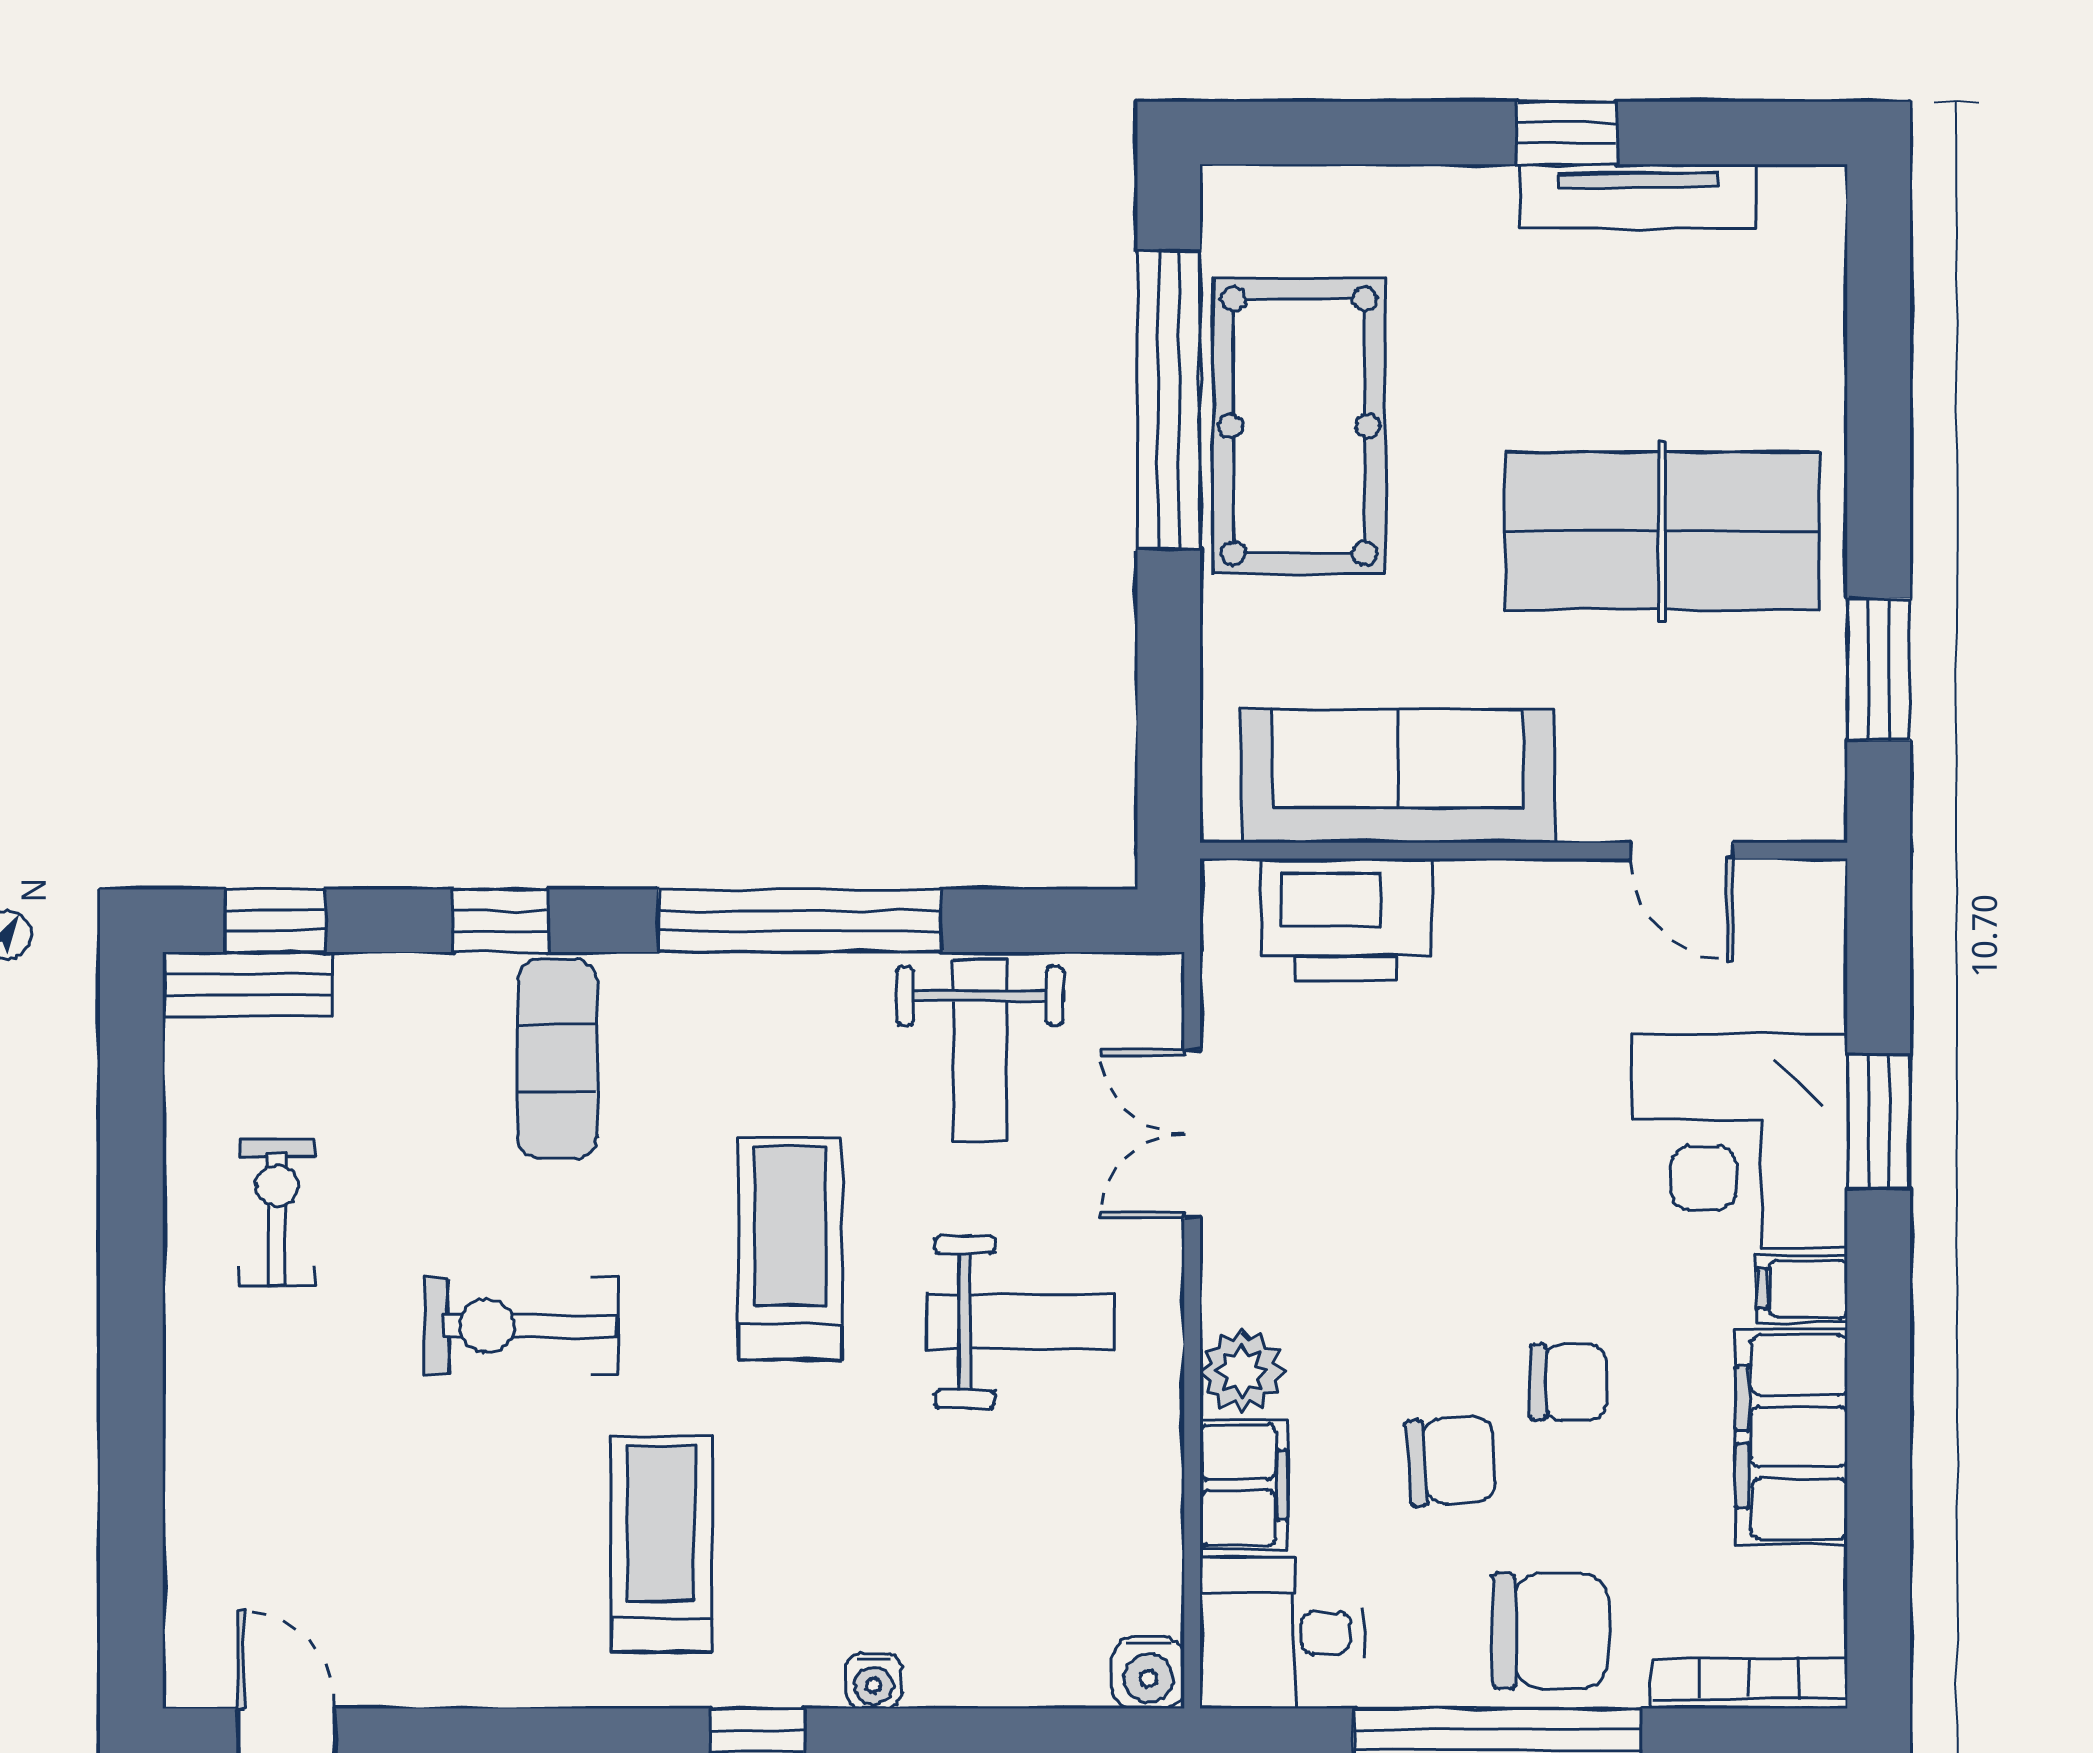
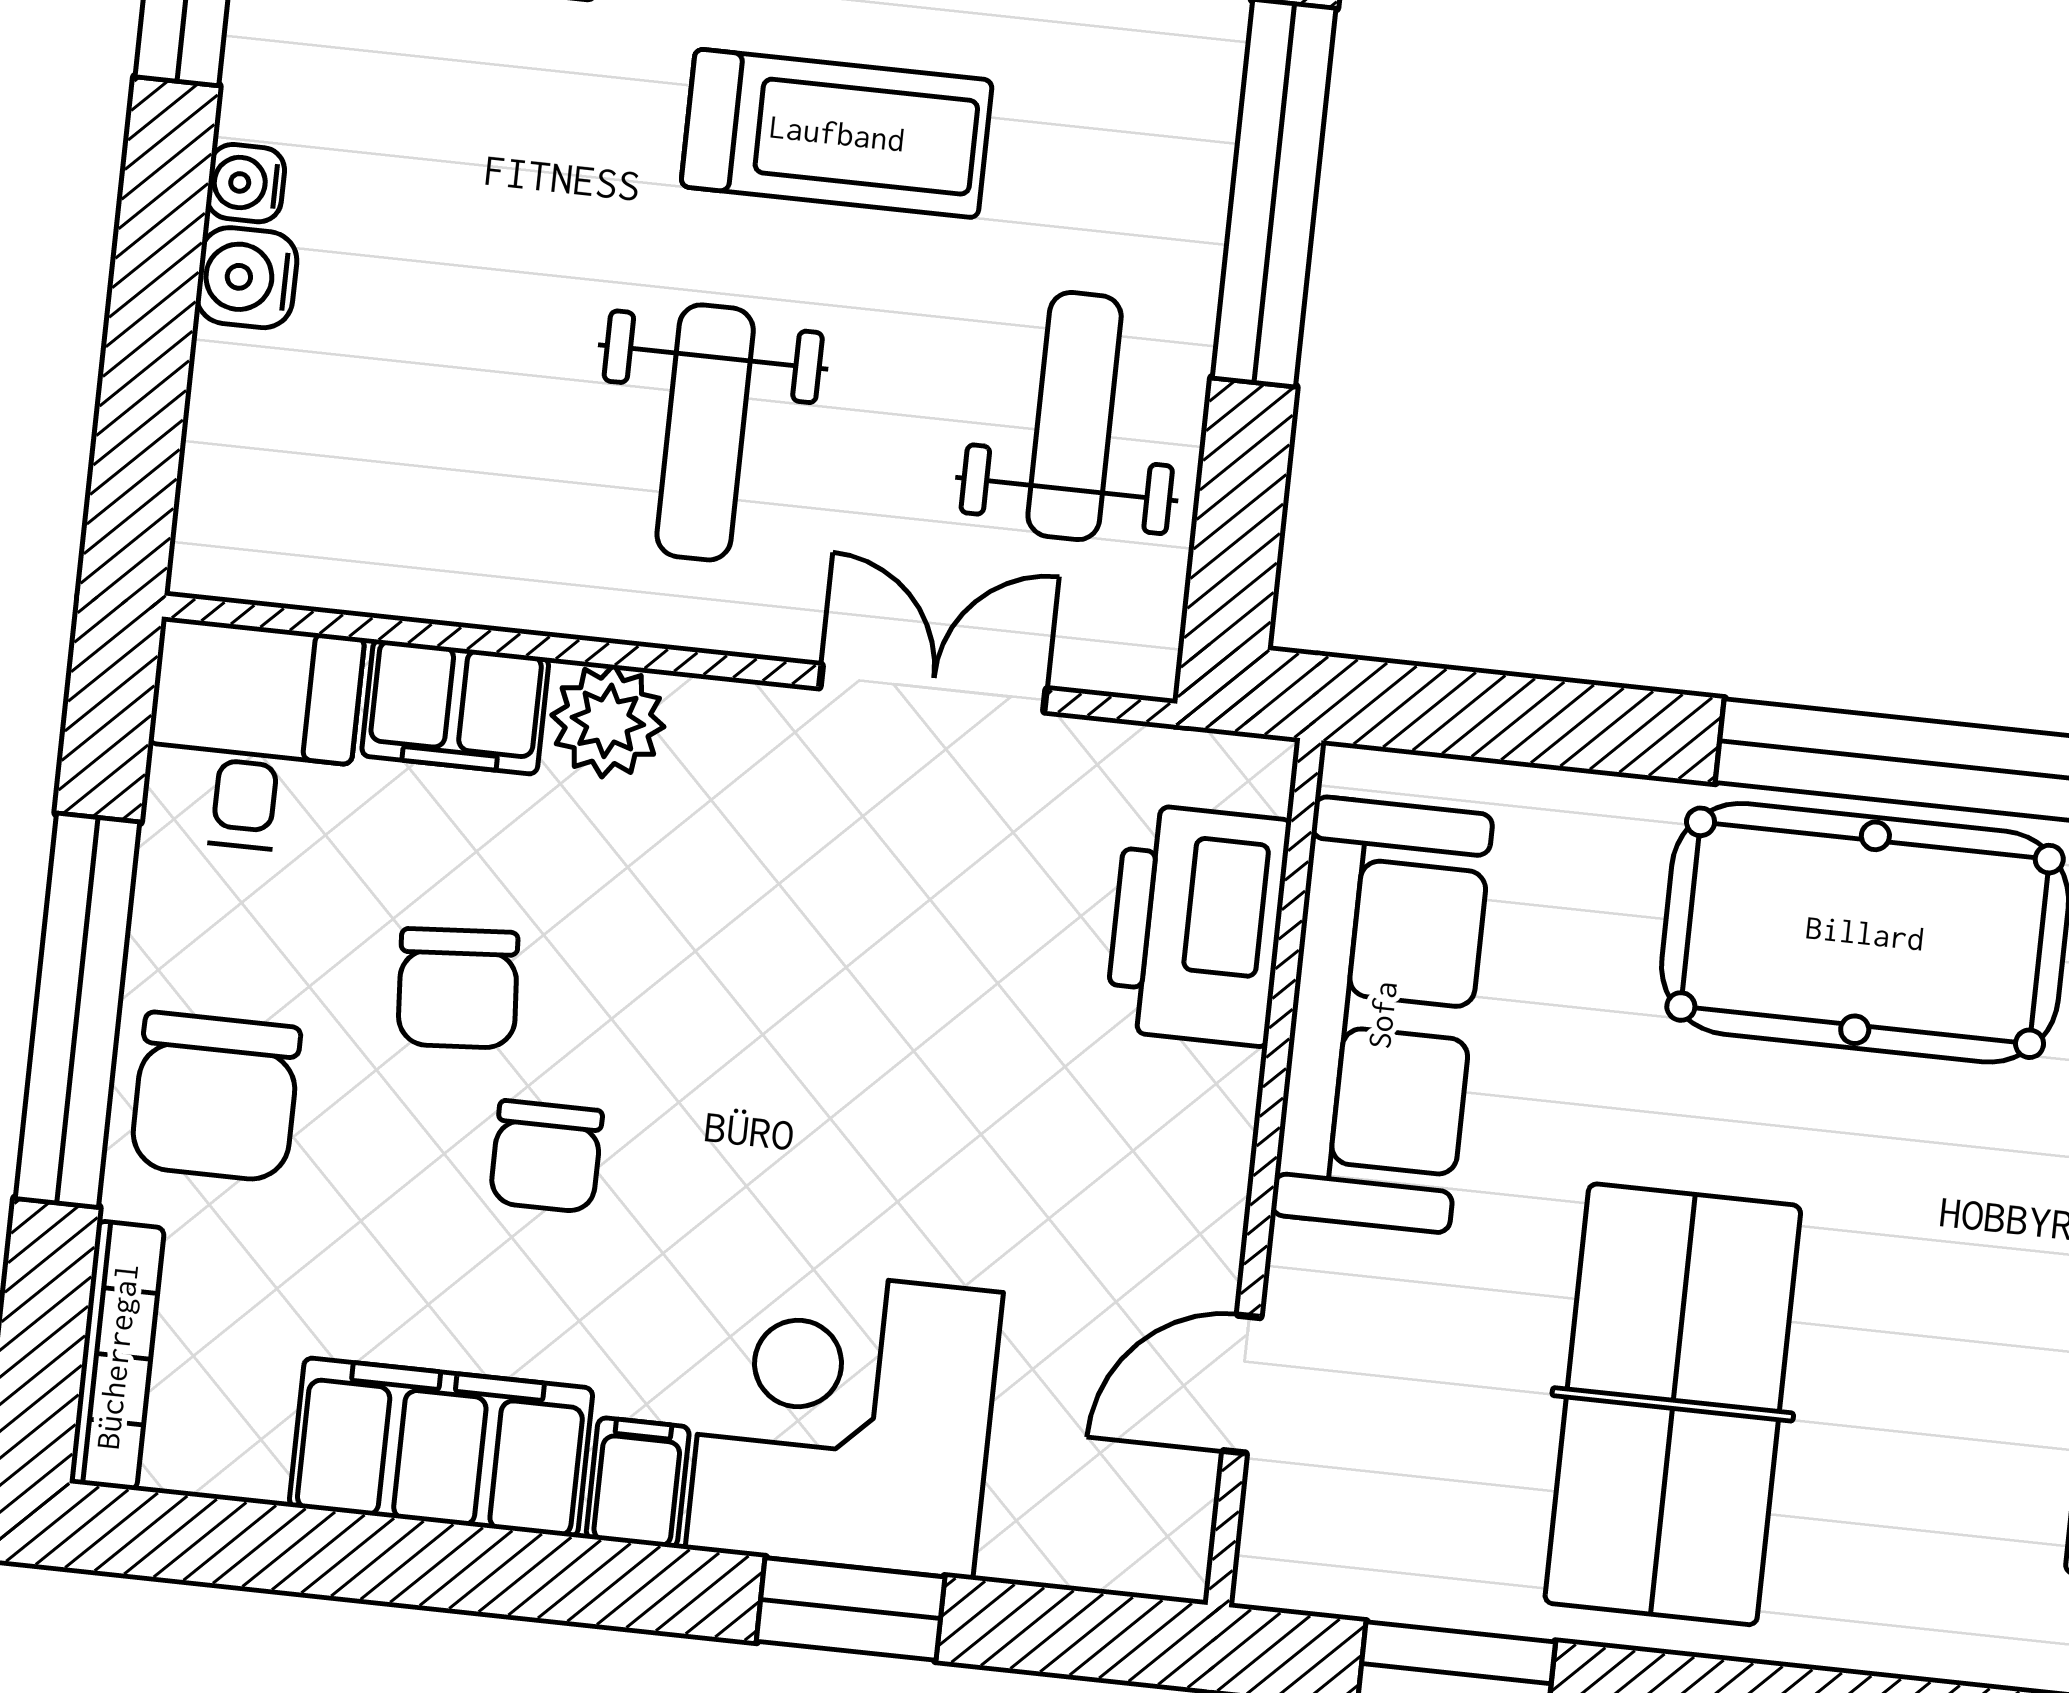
weight bench: (980, 1050) -> (1075, 416), turned 90
water cooler: (1149, 1673) -> (247, 278), moved

